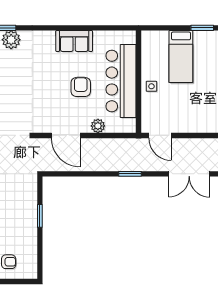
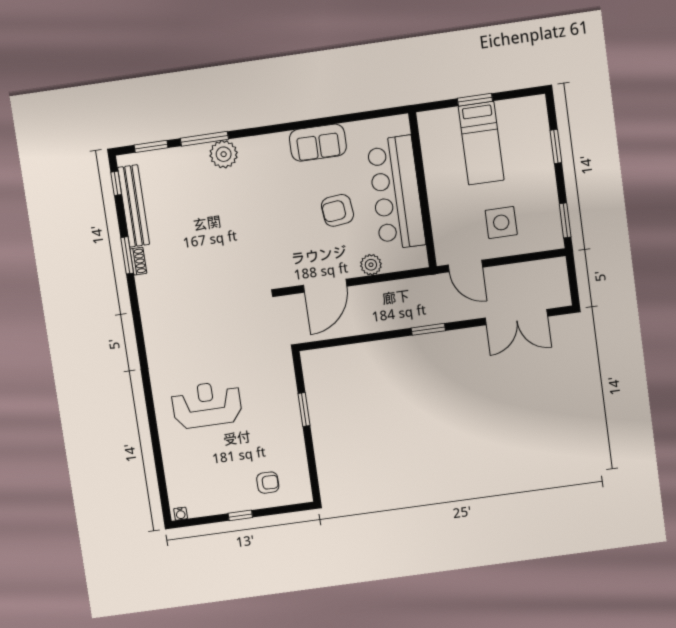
window: (202, 28) -> (475, 100), moved
side table: (151, 86) -> (501, 222), moved, width x1.87, depth x1.87
armchair: (81, 87) -> (337, 210), turned -96
door: (66, 135) -> (325, 286), hinge flipped

